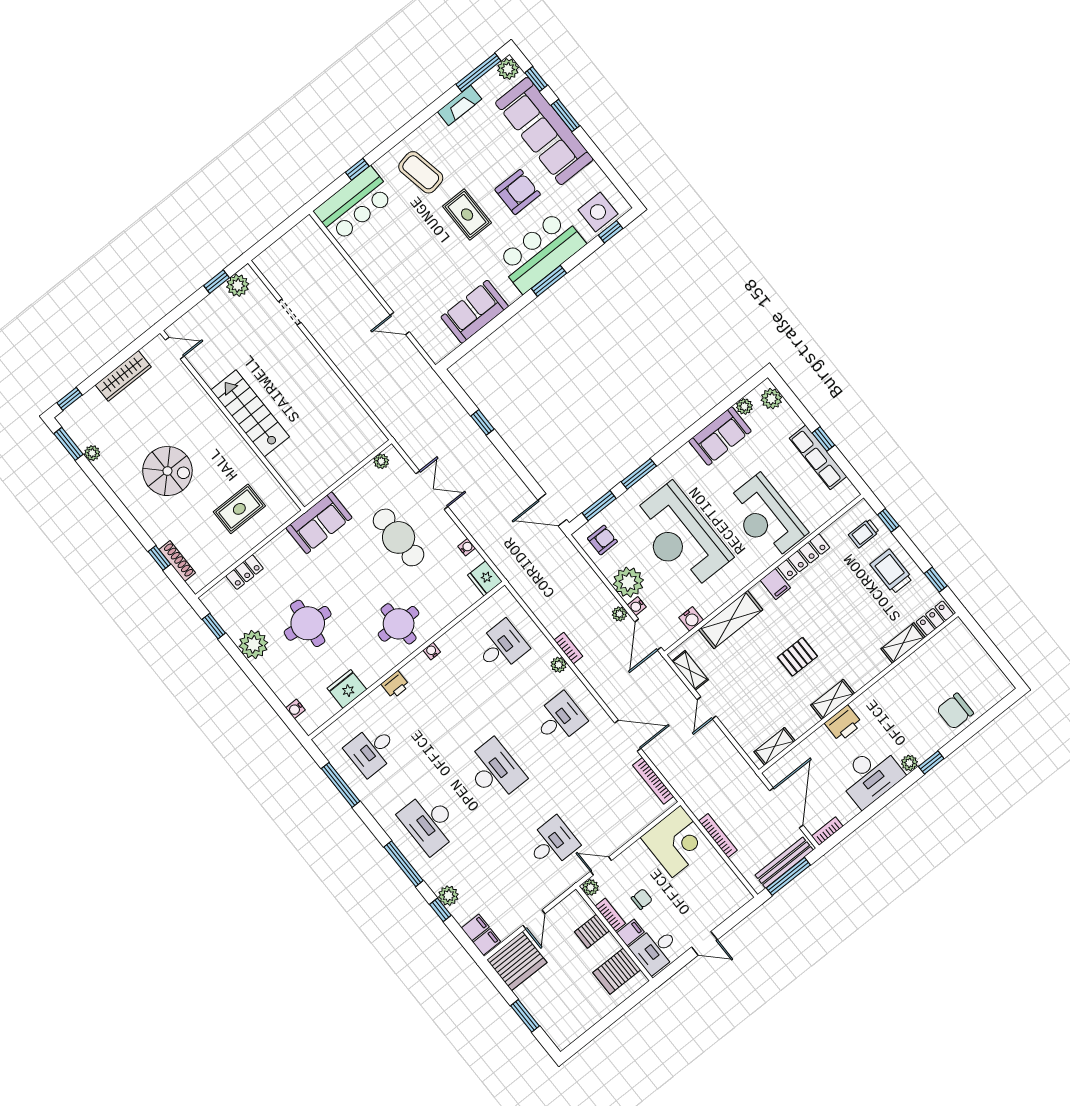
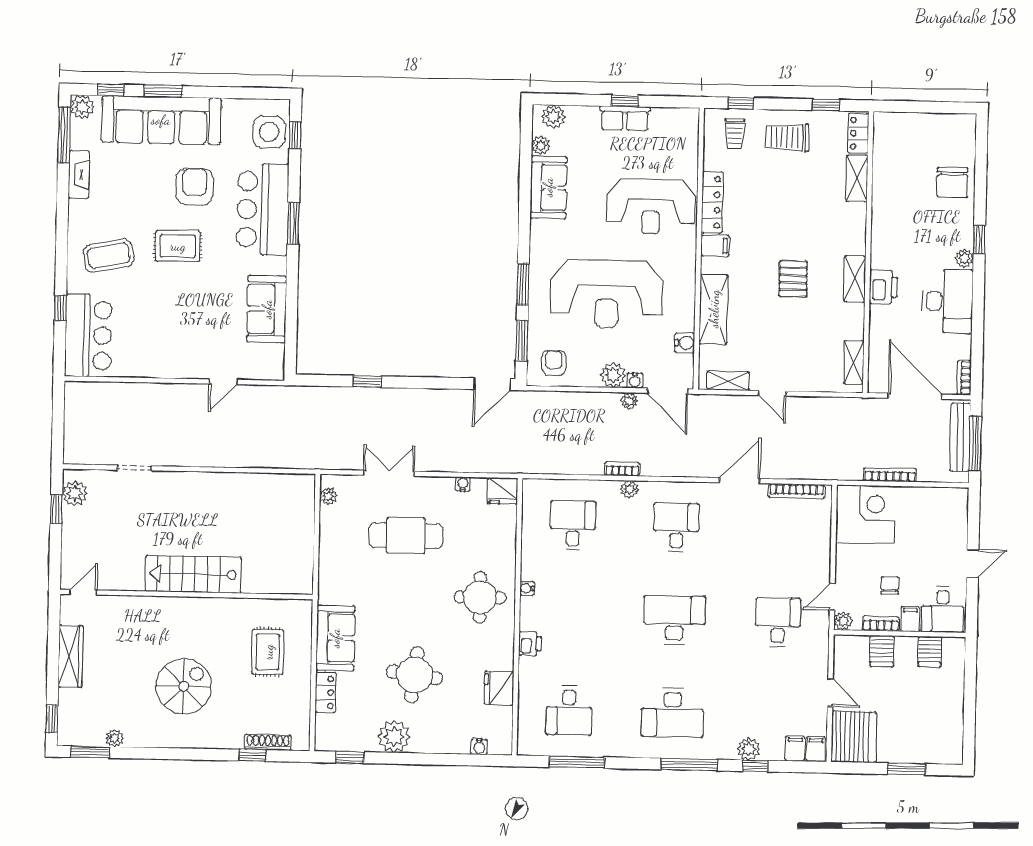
row of seats: (818, 457) -> (625, 118), width x0.68
sofa: (319, 523) -> (335, 638), moved
plant: (628, 582) -> (613, 375), width x0.73, depth x0.73
server rack: (617, 971) -> (930, 652), width x0.73, depth x0.70

